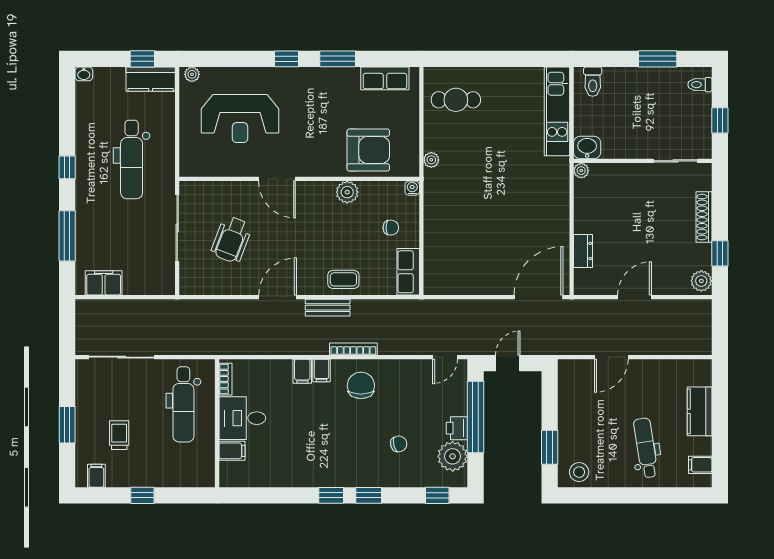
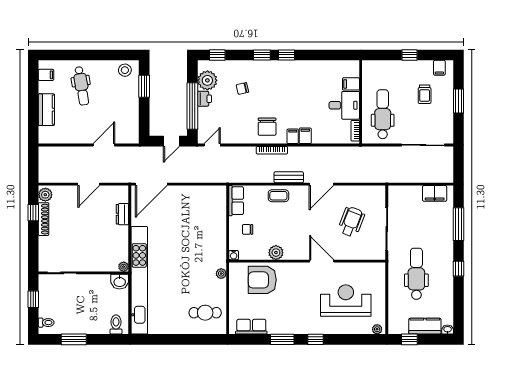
kitchen counter: (151, 79) -> (425, 326), moved
kitchen unit: (557, 111) -> (139, 280), width x1.86
shoe rack: (704, 217) -> (44, 219), moved

